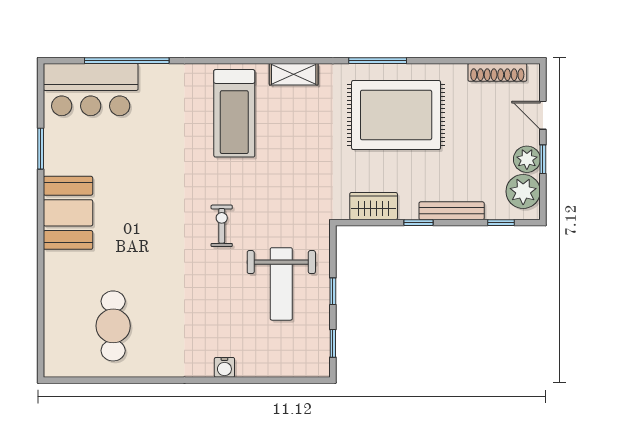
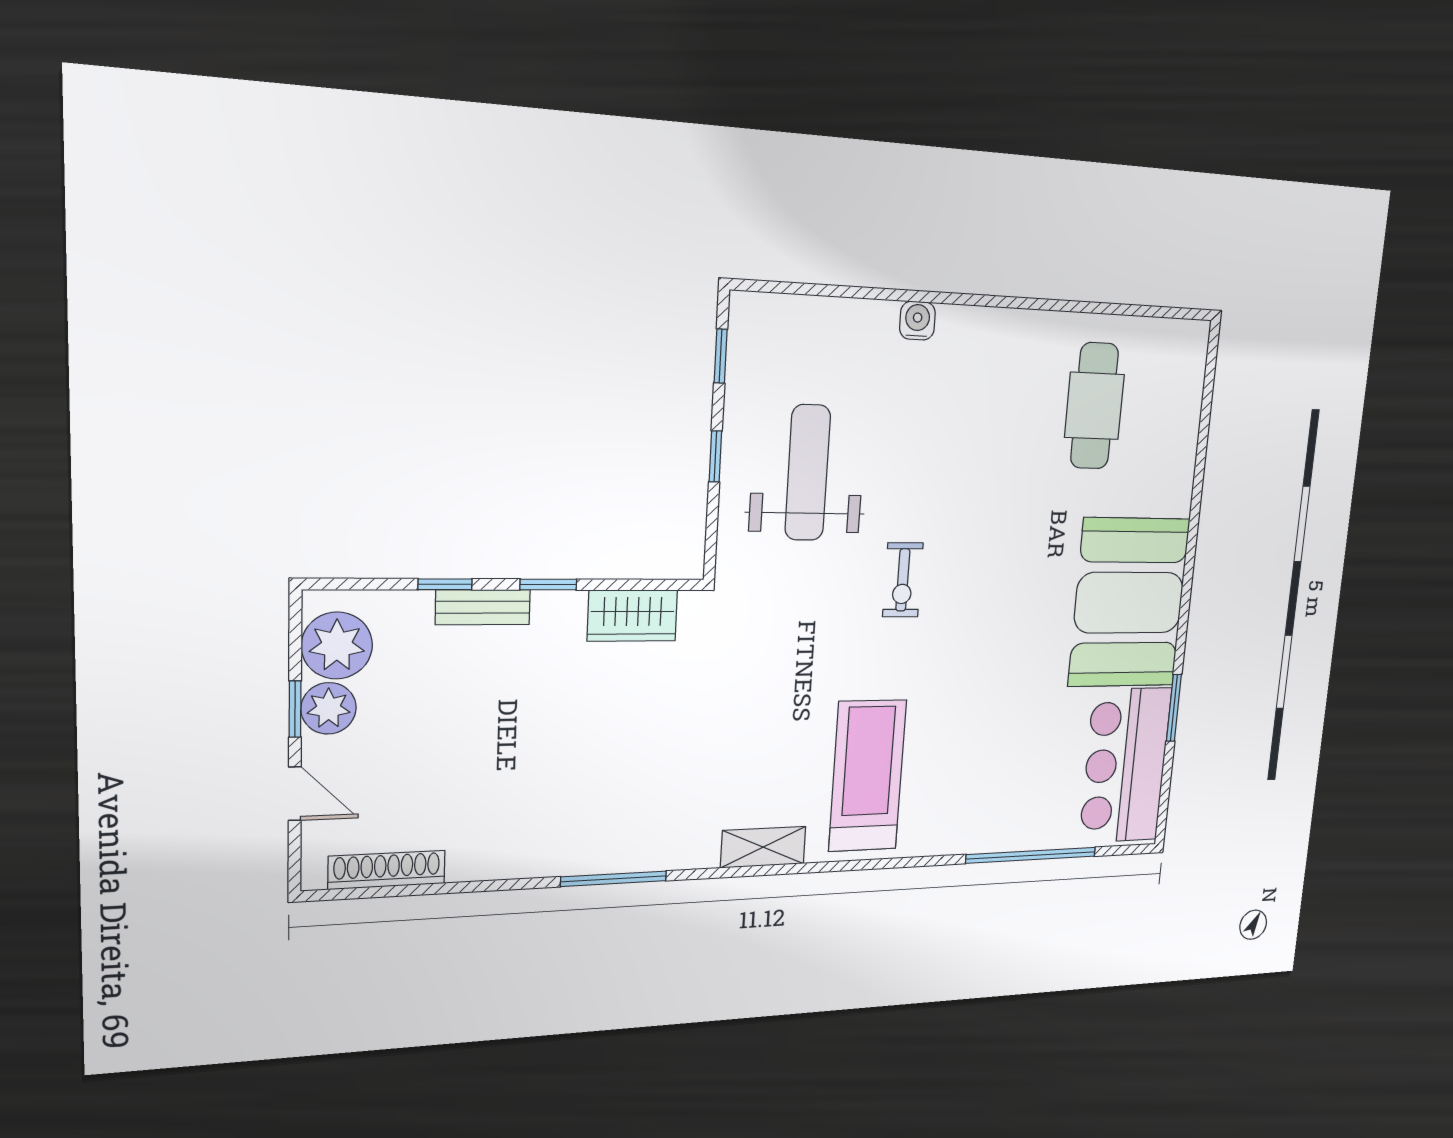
bar counter: (91, 90) -> (1125, 765), moved, turned -90
rug: (396, 115) -> (584, 784), removed
bench: (452, 211) -> (483, 607), width x0.73
booth: (68, 213) -> (1129, 603), width x1.36, depth x1.42
window: (501, 223) -> (445, 584), moved

